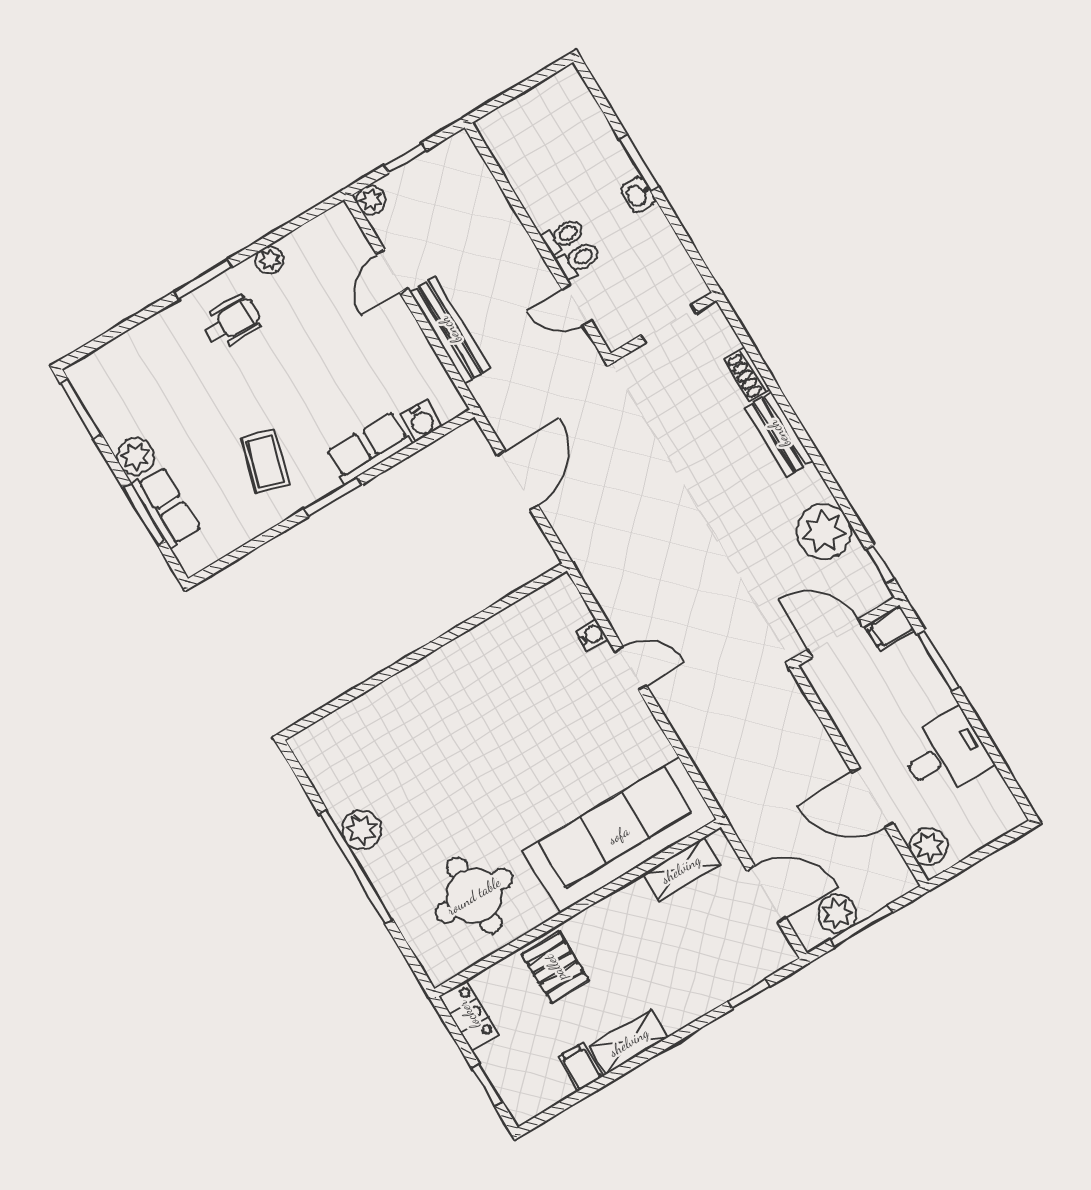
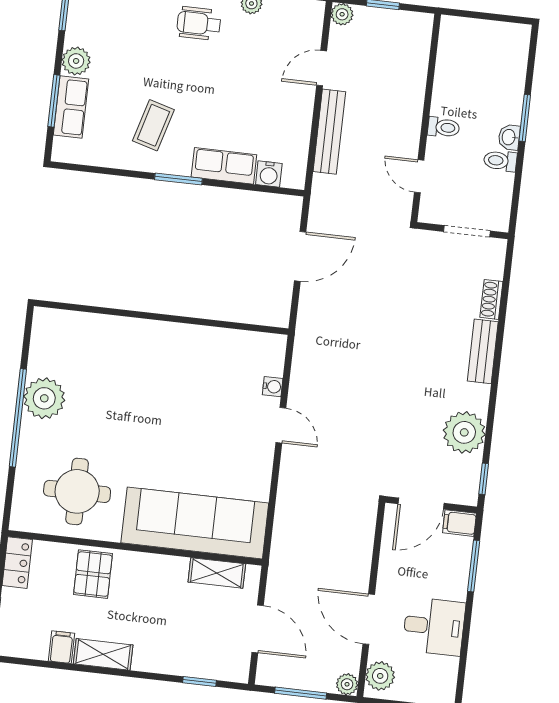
toilet: (578, 259) -> (500, 161), moved, turned 180
wheelchair: (232, 322) -> (199, 23), turned 180
door: (835, 638) -> (421, 503), swing flipped
plant: (362, 830) -> (44, 398), width x1.36, depth x1.36
plant: (837, 913) -> (347, 684), moved, width x0.73, depth x0.73

